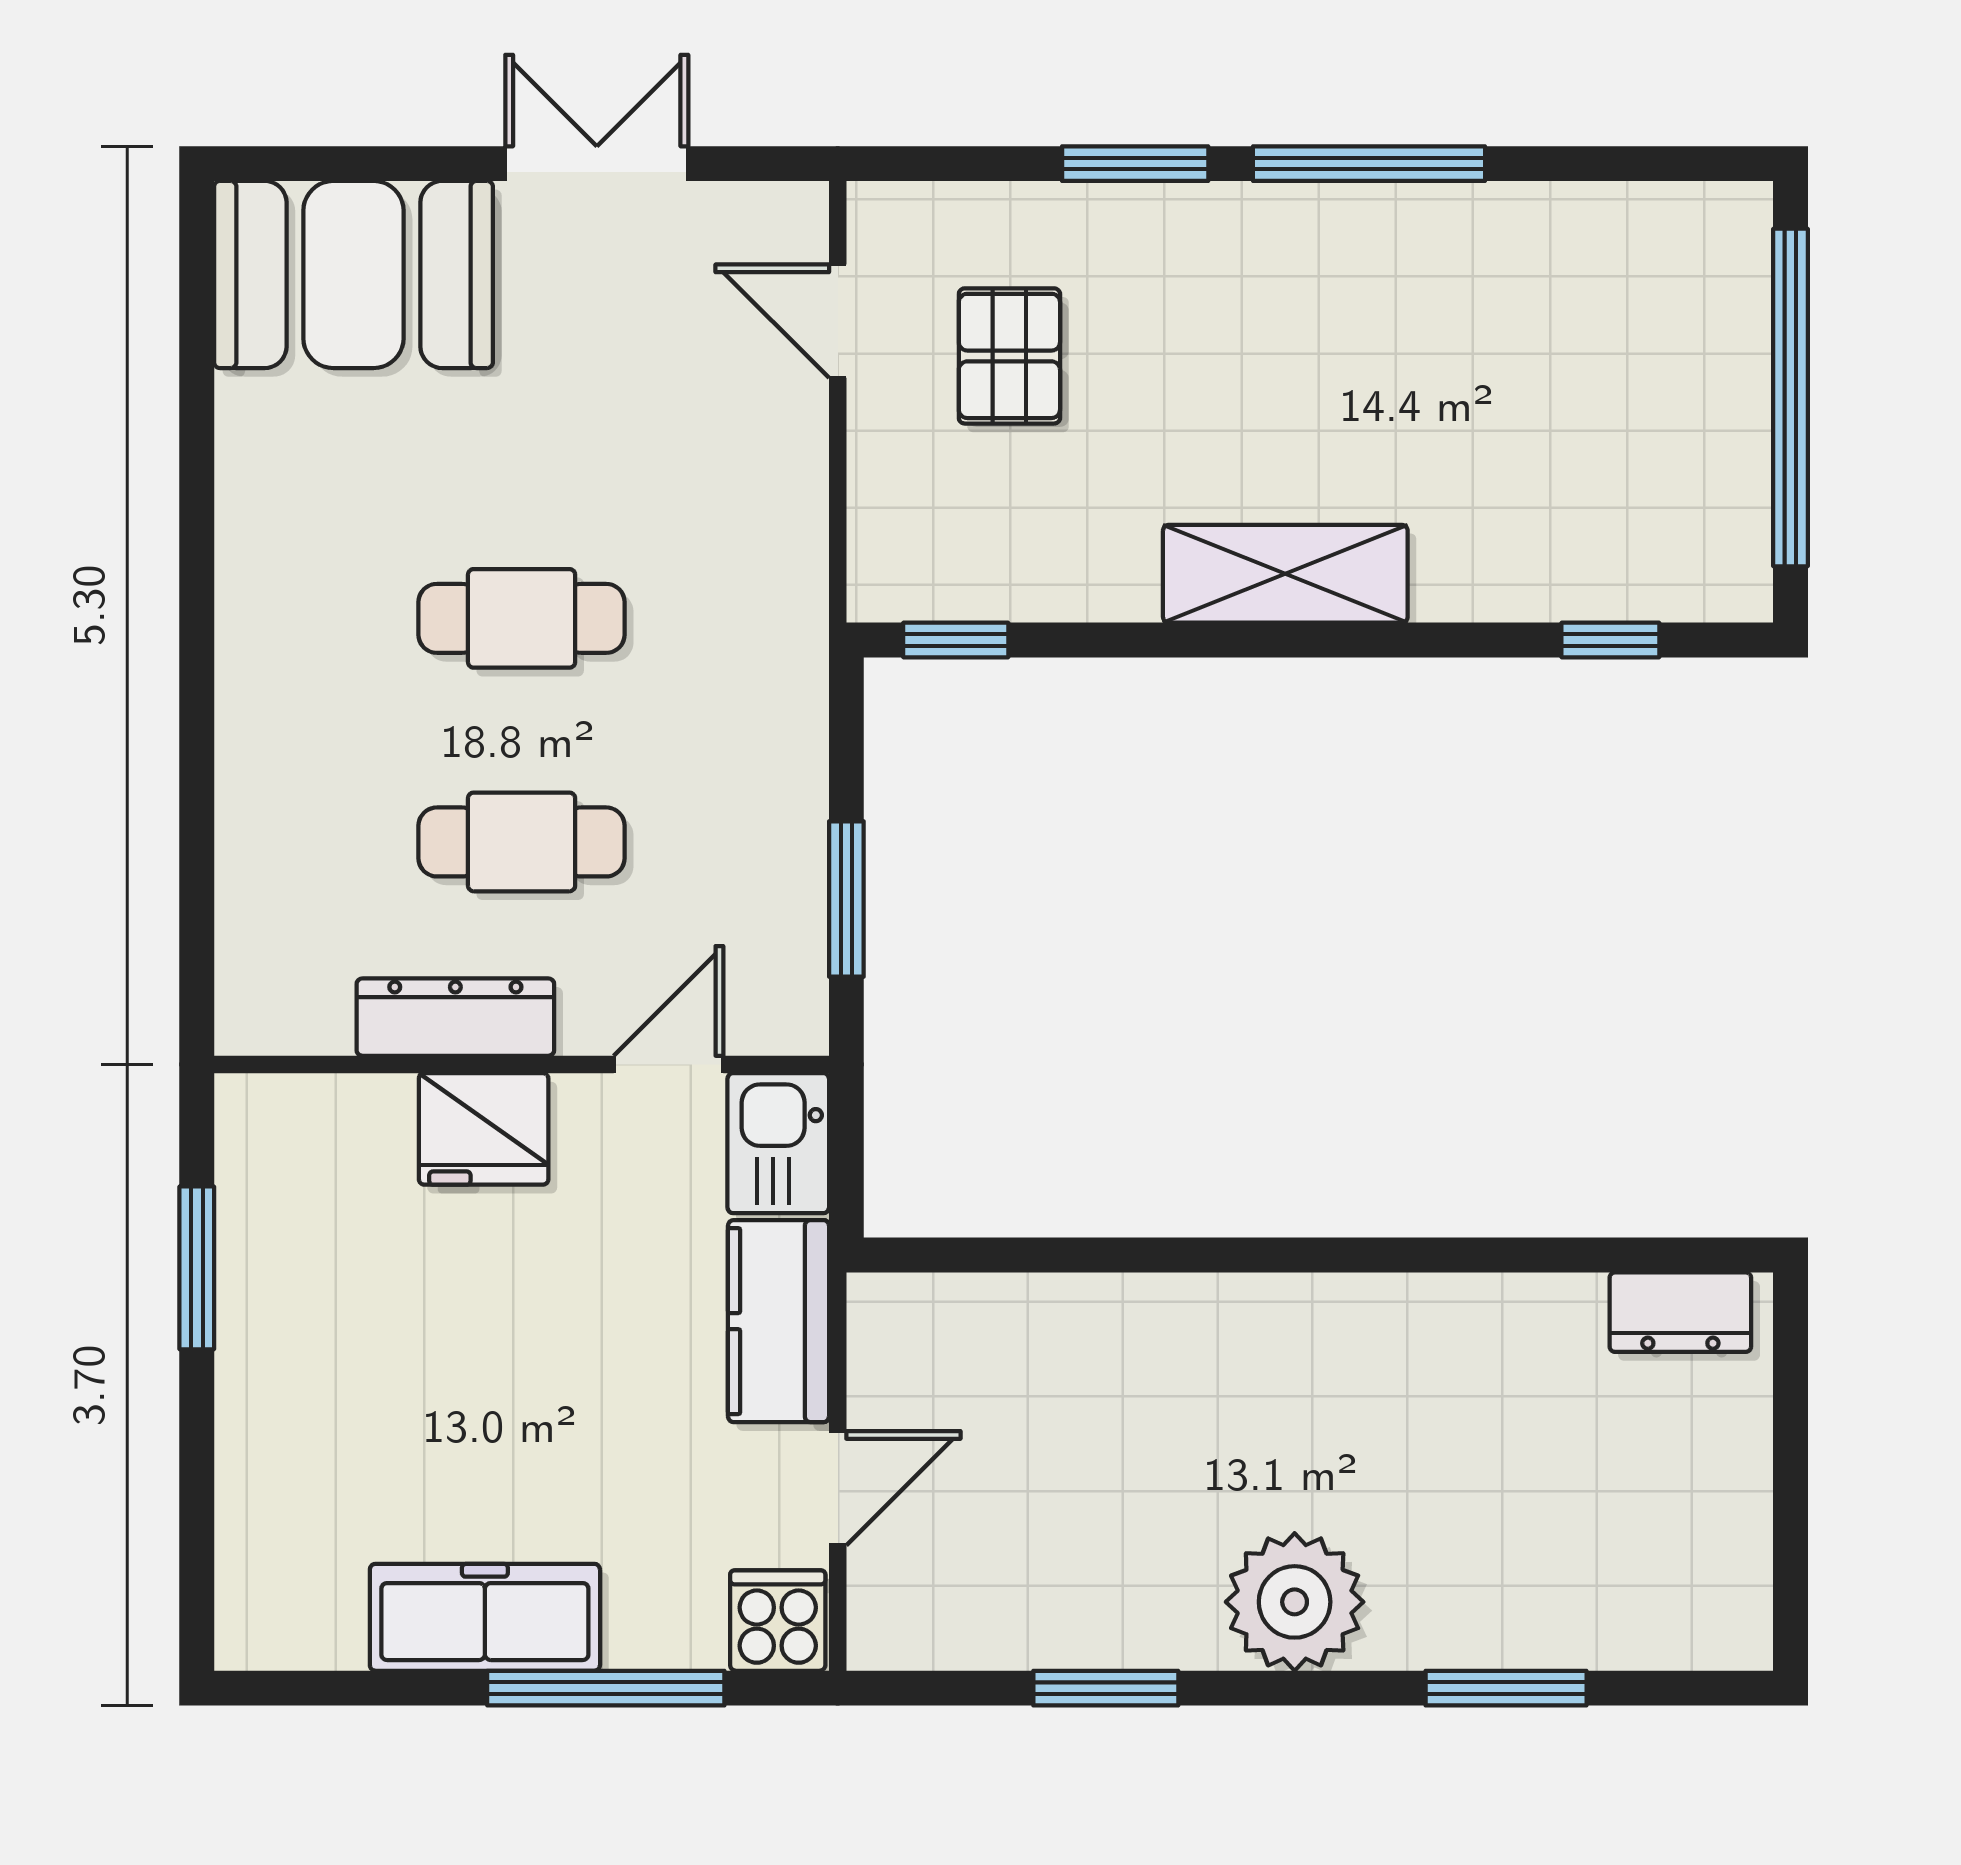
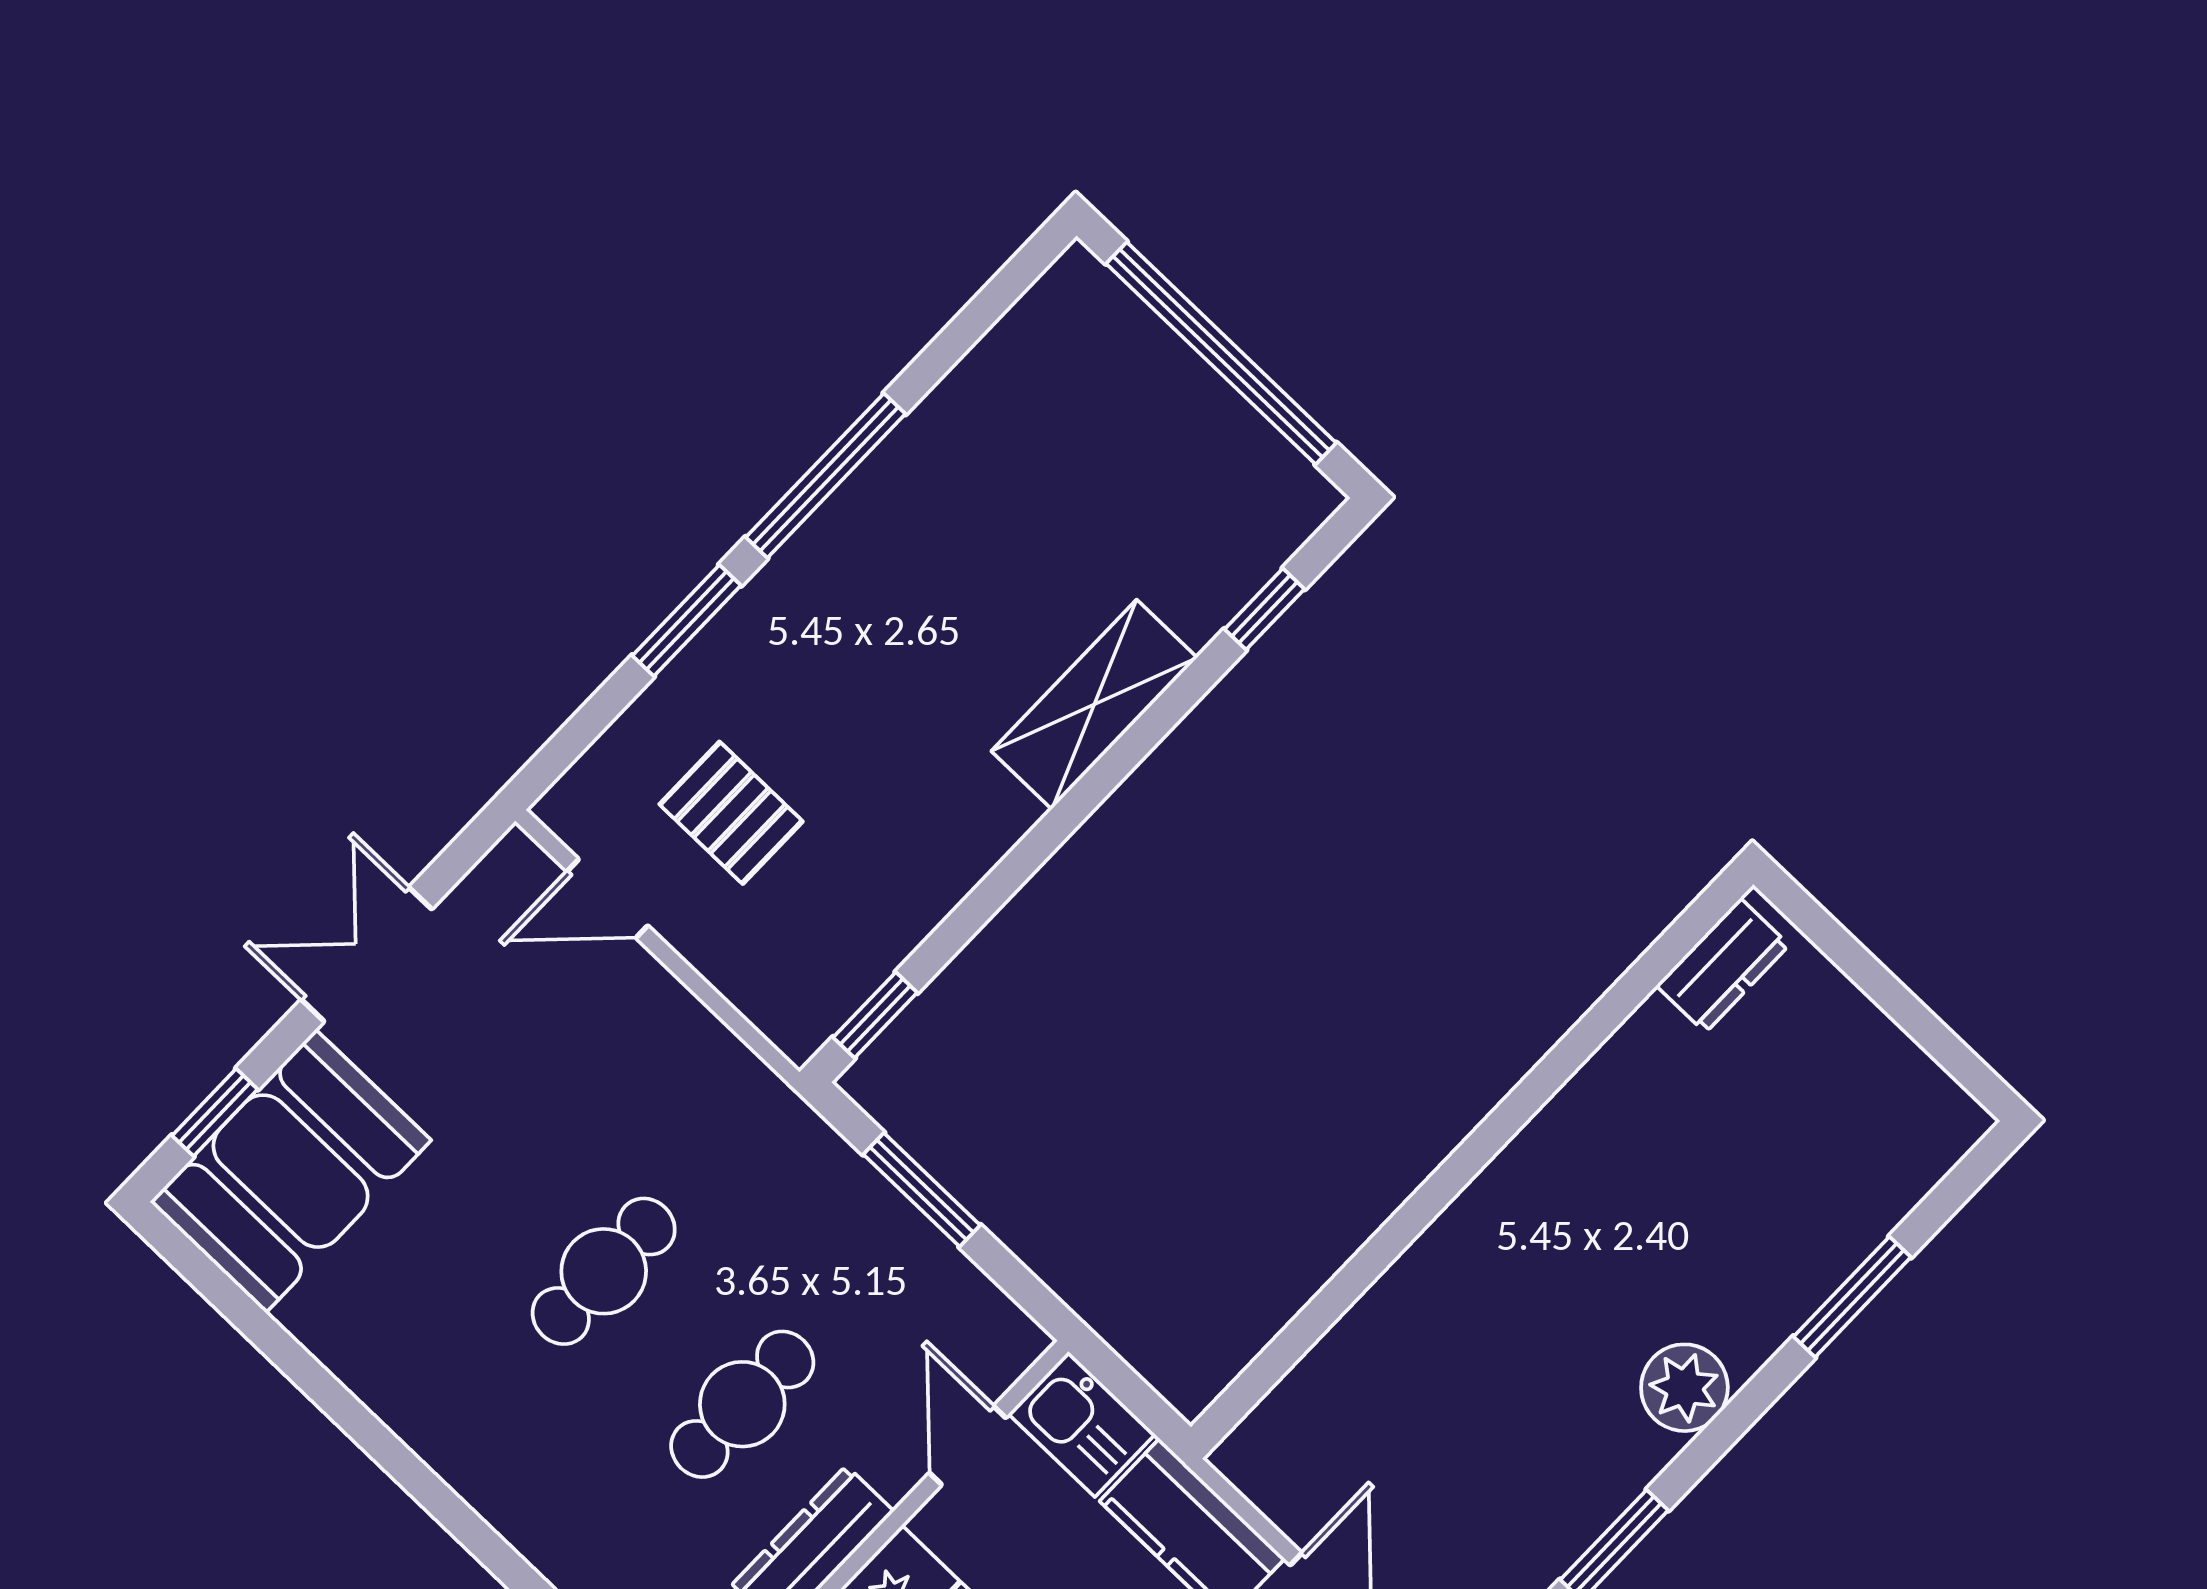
window: (342, 164) -> (215, 1112), added
shelving: (1285, 574) -> (1094, 704), moved
window: (846, 899) -> (922, 1190), moved
plant: (1295, 1602) -> (1684, 1388), width x0.73, depth x0.73

